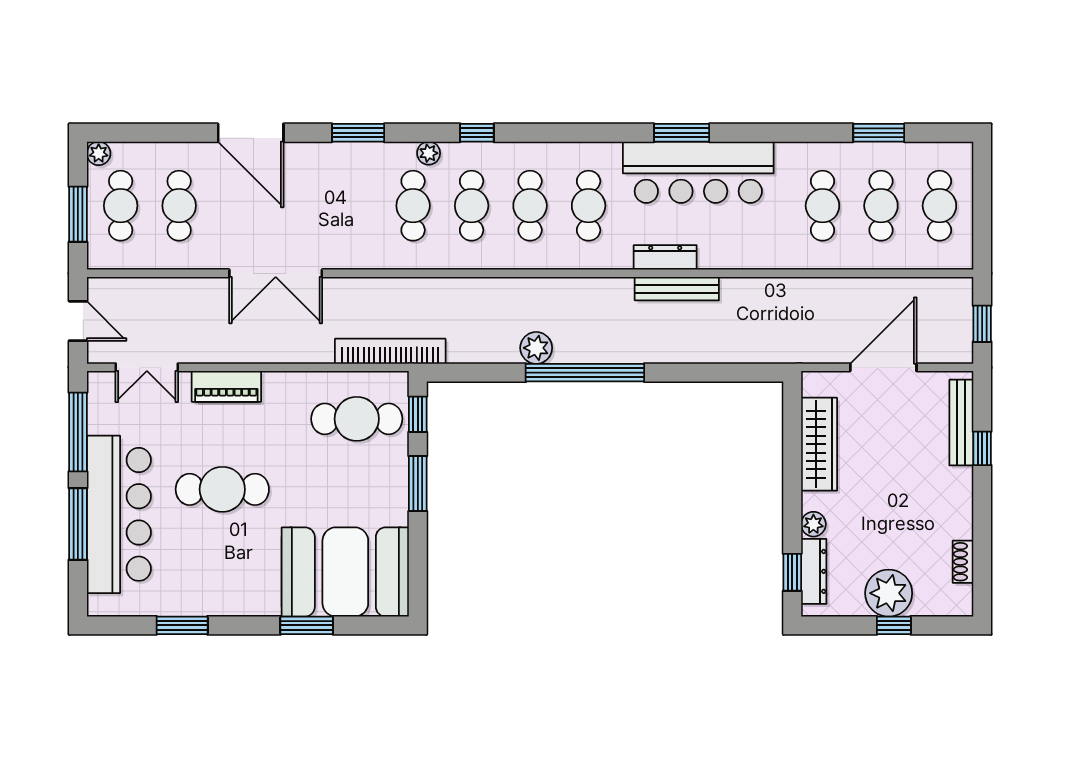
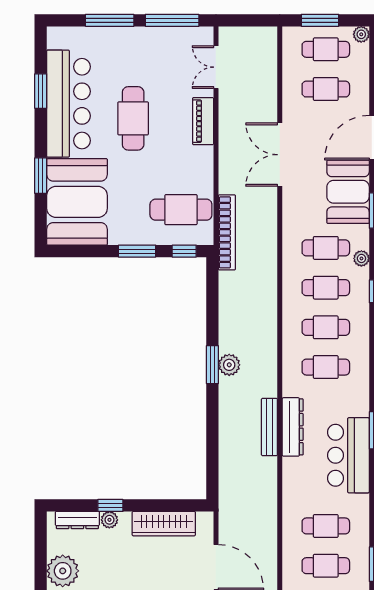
bar counter: (698, 172) -> (348, 455), width x0.73
booth: (330, 173) -> (348, 192), added
dresser: (665, 257) -> (293, 427), width x1.37, depth x1.24
door: (78, 321) -> (247, 20), removed
plant: (536, 348) -> (229, 365), moved
window: (585, 373) -> (212, 365), width x0.47
cafe table: (357, 419) -> (181, 210), turned 90
bar counter: (119, 514) -> (68, 104), moved, turned -90
window: (792, 572) -> (110, 505), moved
window: (894, 625) -> (41, 574), removed

